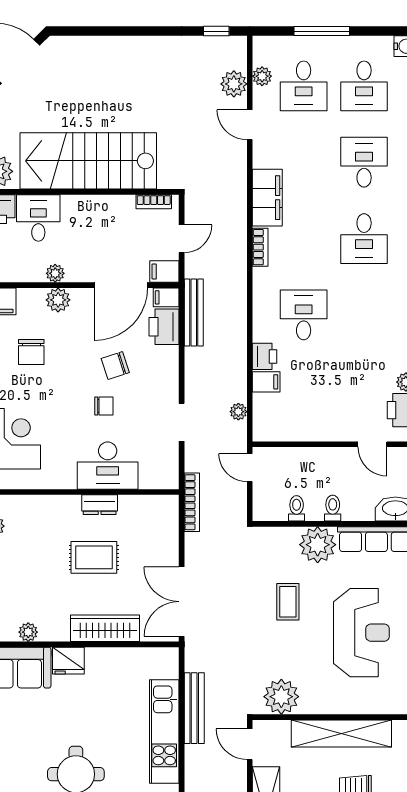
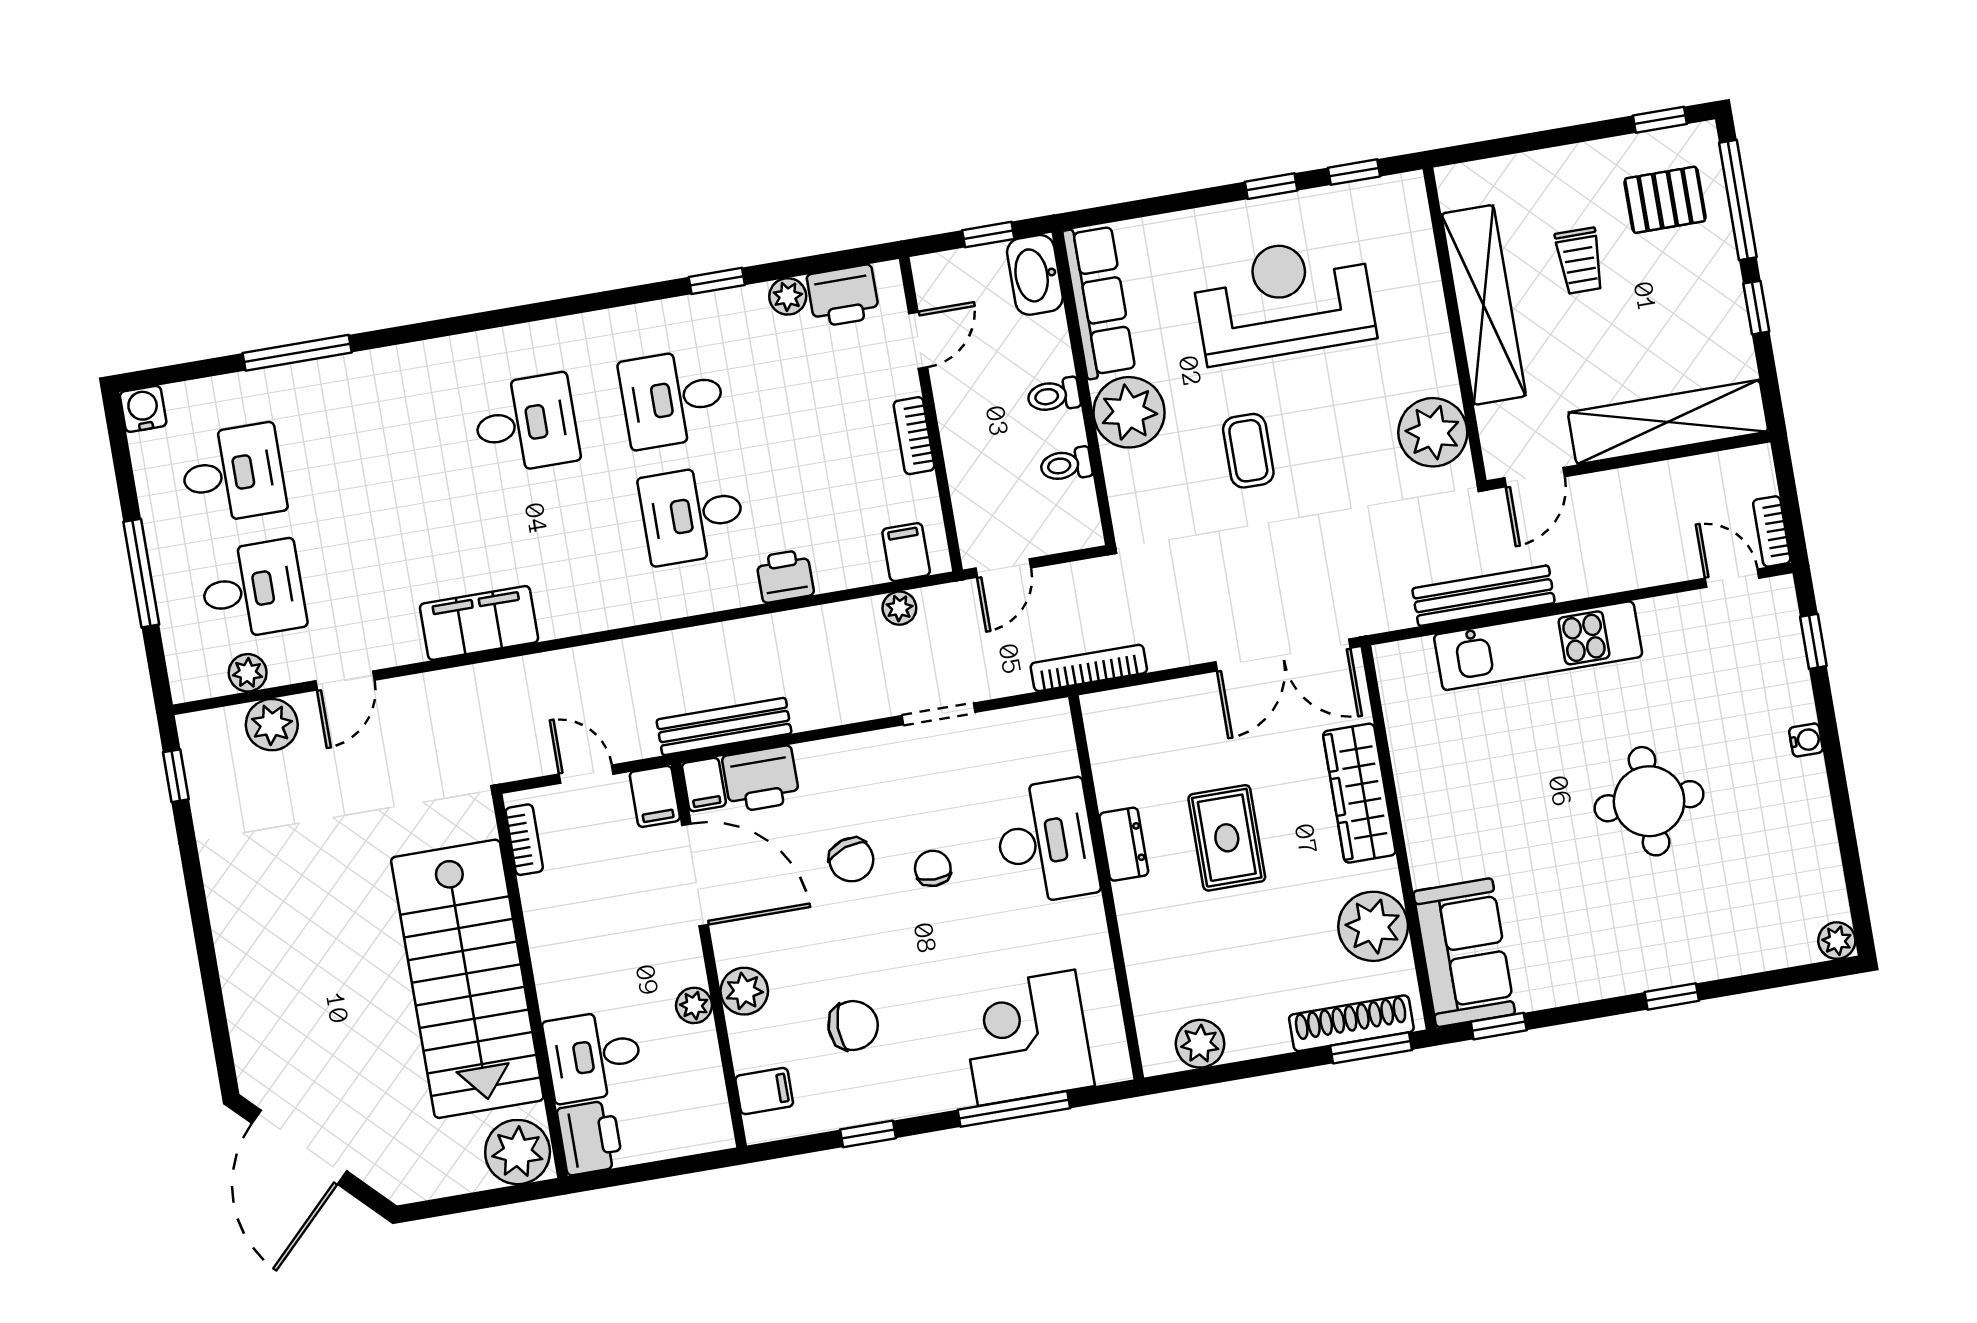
desk: (364, 162) -> (672, 399), moved
bookcase: (260, 247) -> (914, 436), moved, turned -90
filing cabinet: (266, 382) -> (906, 552), moved
coffee table: (288, 602) -> (1248, 451), turned 90
plant: (28, 632) -> (1373, 926), width x1.87, depth x1.87
fridge: (68, 661) -> (1433, 853), removed

